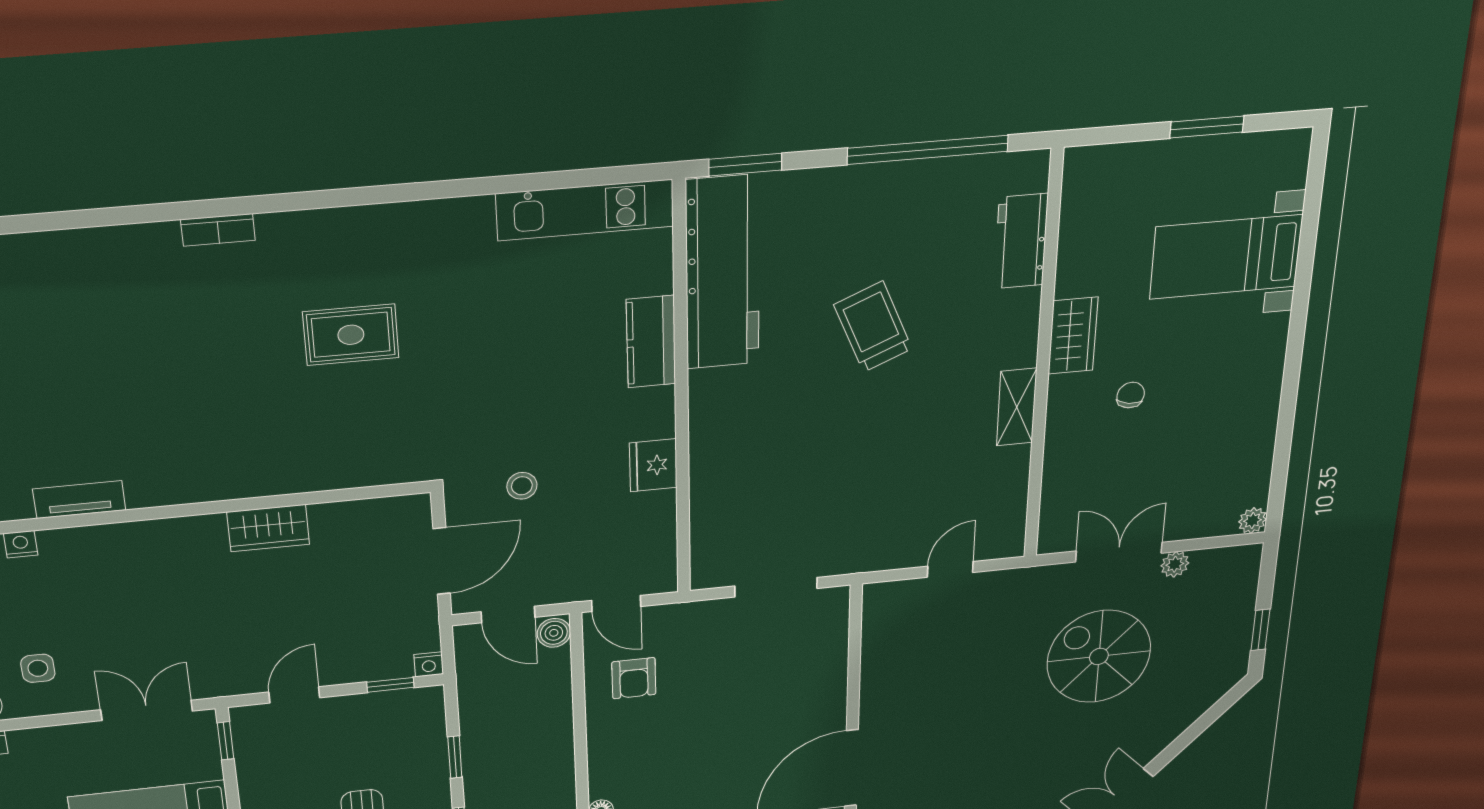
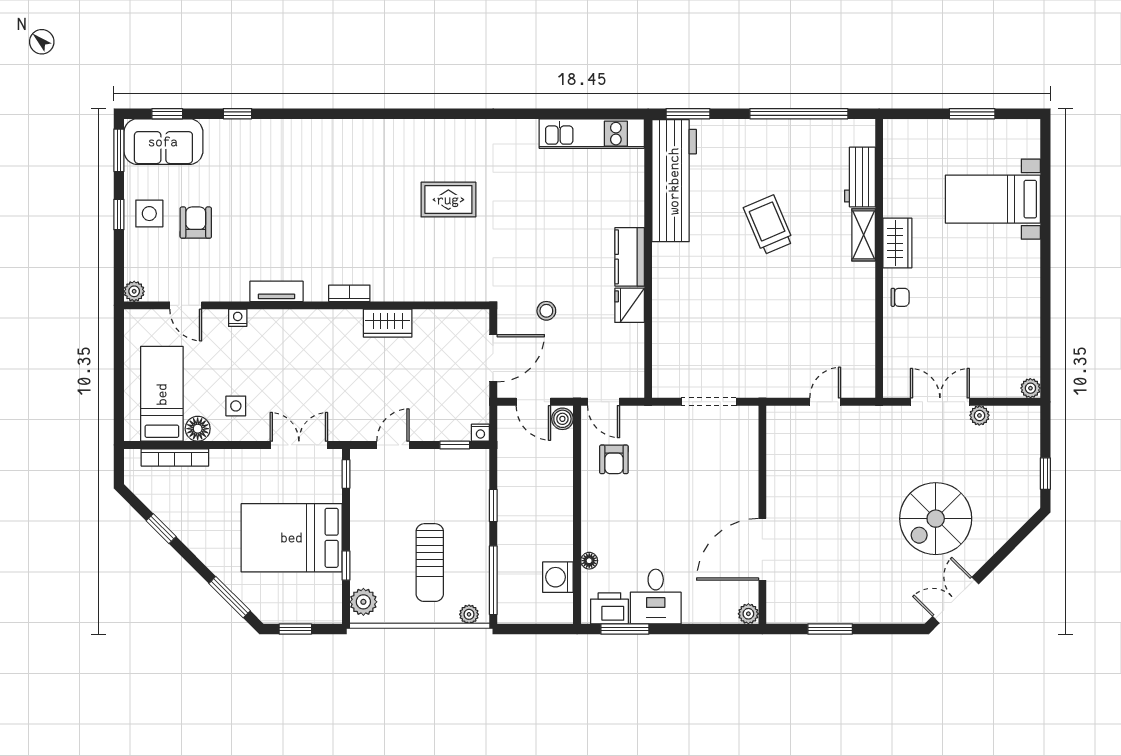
bookcase: (218, 230) -> (349, 293), moved, turned 180
kitchen counter: (651, 342) -> (630, 257), moved
chair: (1131, 395) -> (900, 297), moved, turned 81
shelving: (1017, 407) -> (864, 235), moved
spiral stairs: (1099, 656) -> (936, 519), moved, turned -90

